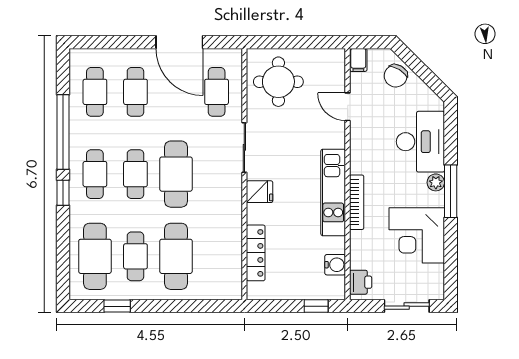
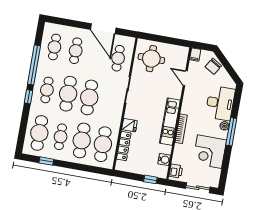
cafe table: (135, 174) -> (68, 94), width x1.37, depth x1.35
fridge: (260, 192) -> (129, 125), moved
cafe table: (217, 256) -> (103, 144), added

